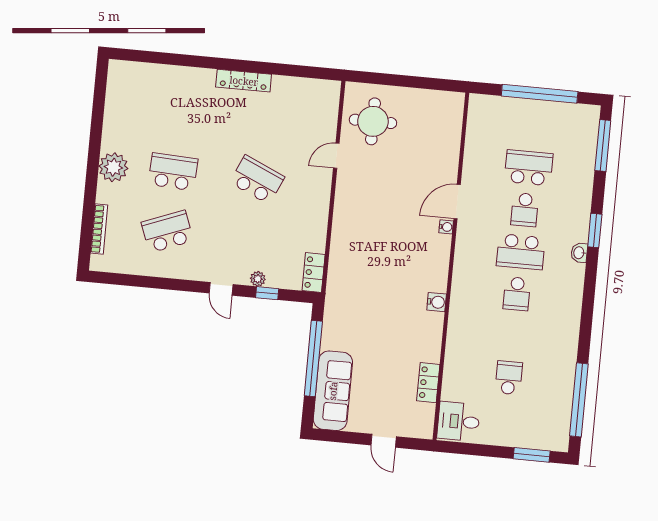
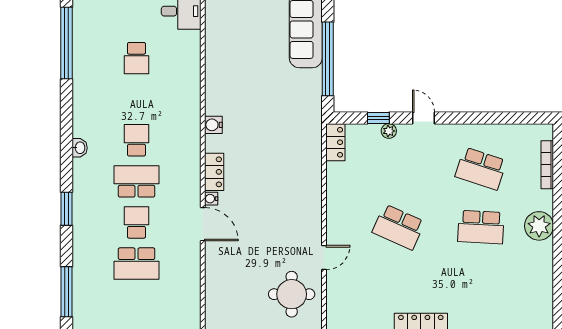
door: (457, 202) -> (203, 224), hinge flipped
school desk: (167, 232) -> (481, 169), turned 39
washbasin: (579, 253) -> (80, 148), moved
locker: (428, 383) -> (214, 172), moved

